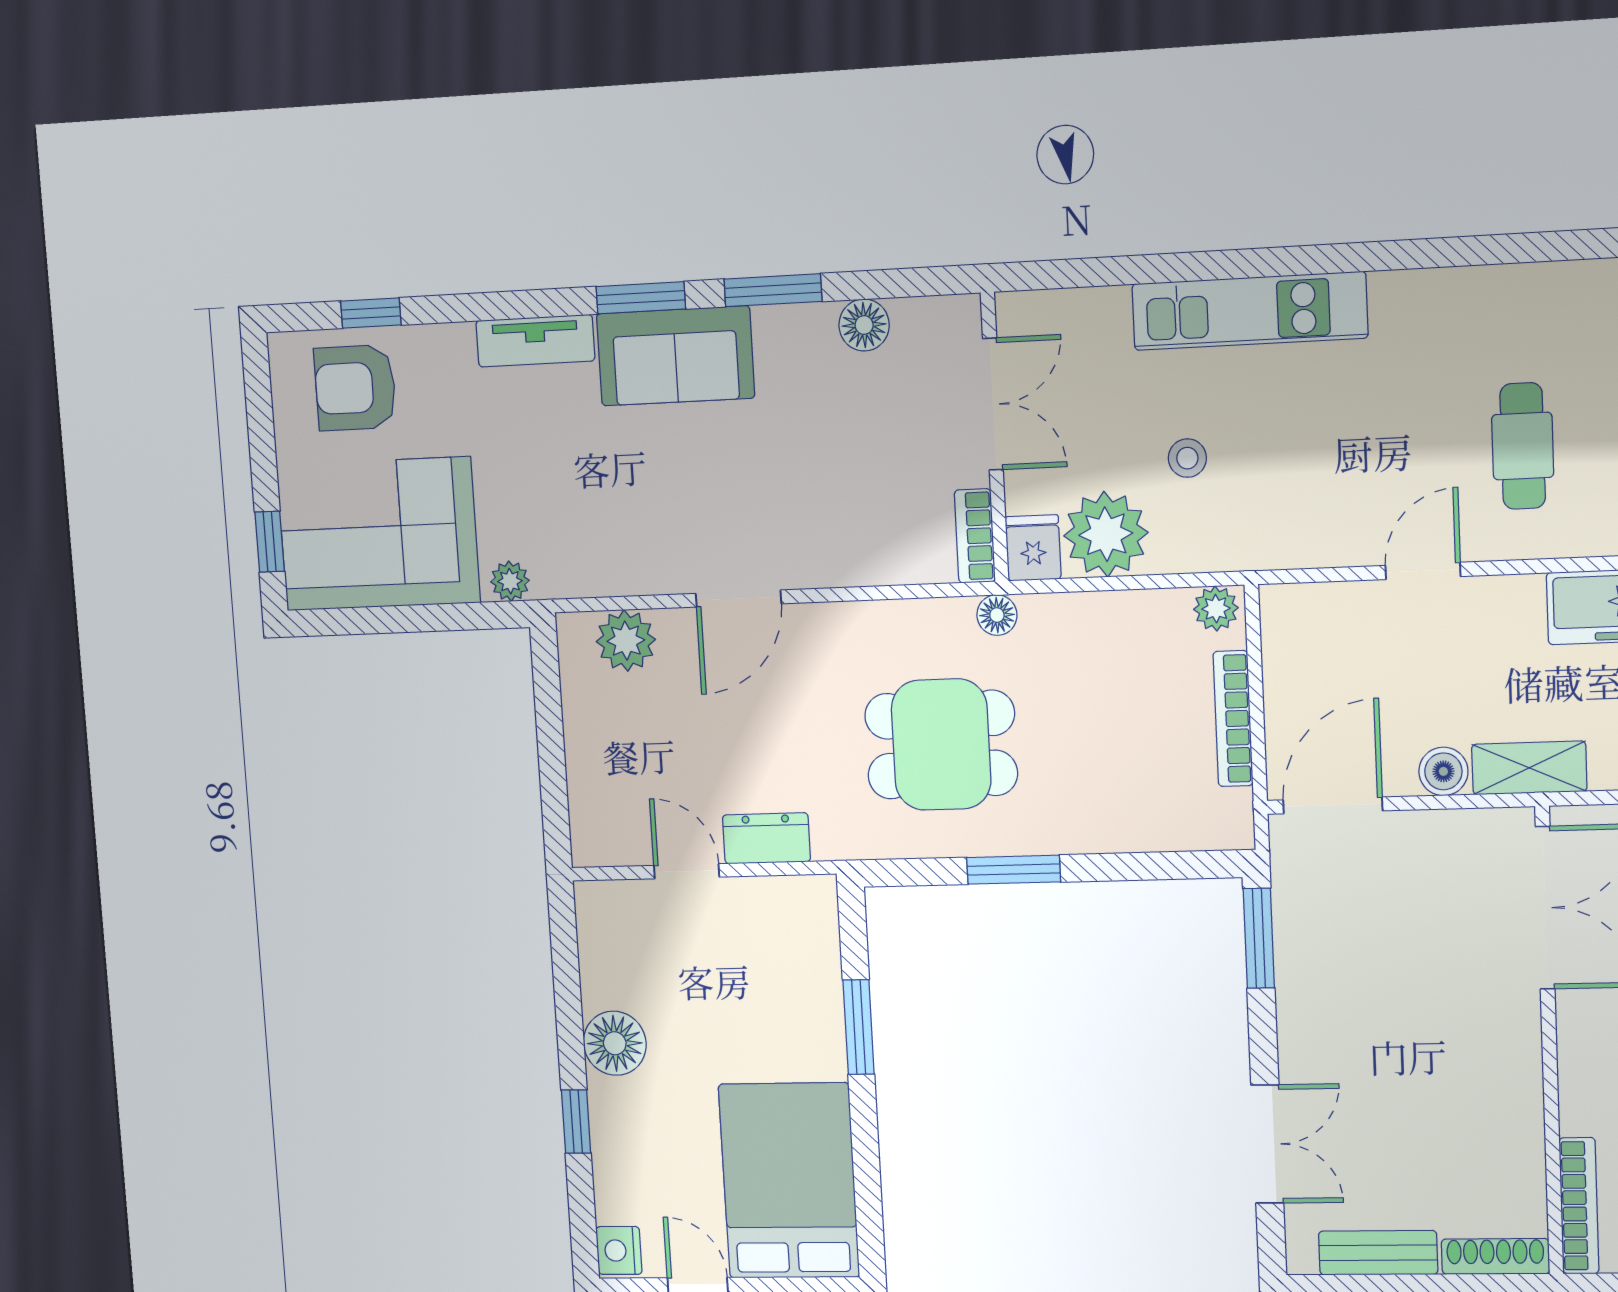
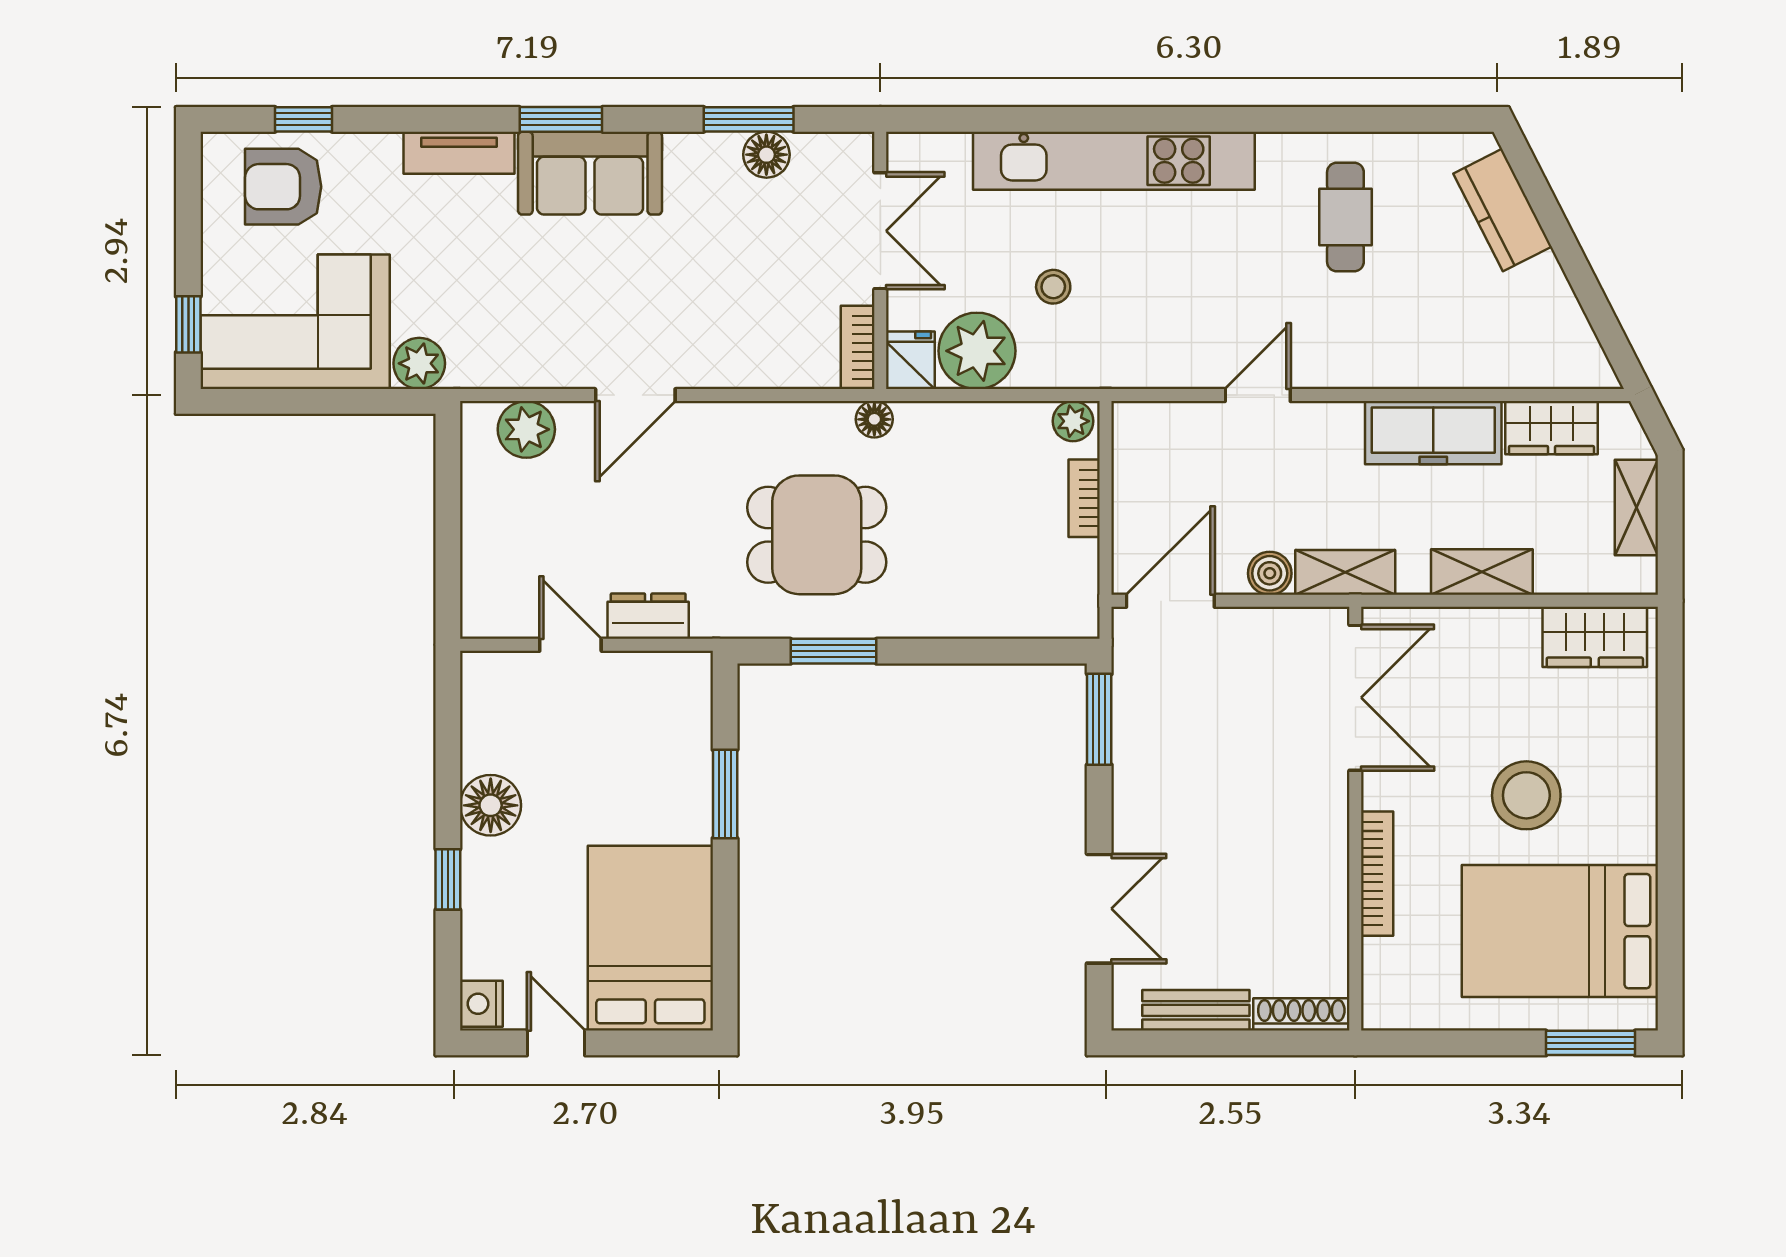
window: (773, 290) -> (749, 119), moved
kitchen unit: (1250, 311) -> (1114, 161), width x1.36
cafe table: (1523, 446) -> (1345, 217), moved
plant: (510, 581) -> (419, 363), width x1.38, depth x1.38
bookcase: (1233, 719) -> (1084, 498), width x0.64
window: (1014, 870) -> (834, 651), moved
bookcase: (1579, 1206) -> (1377, 874), moved

